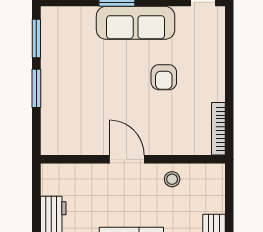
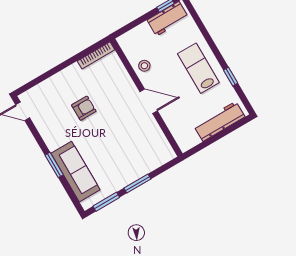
sofa: (136, 23) -> (75, 172), moved
door: (127, 159) -> (149, 101), swing flipped

